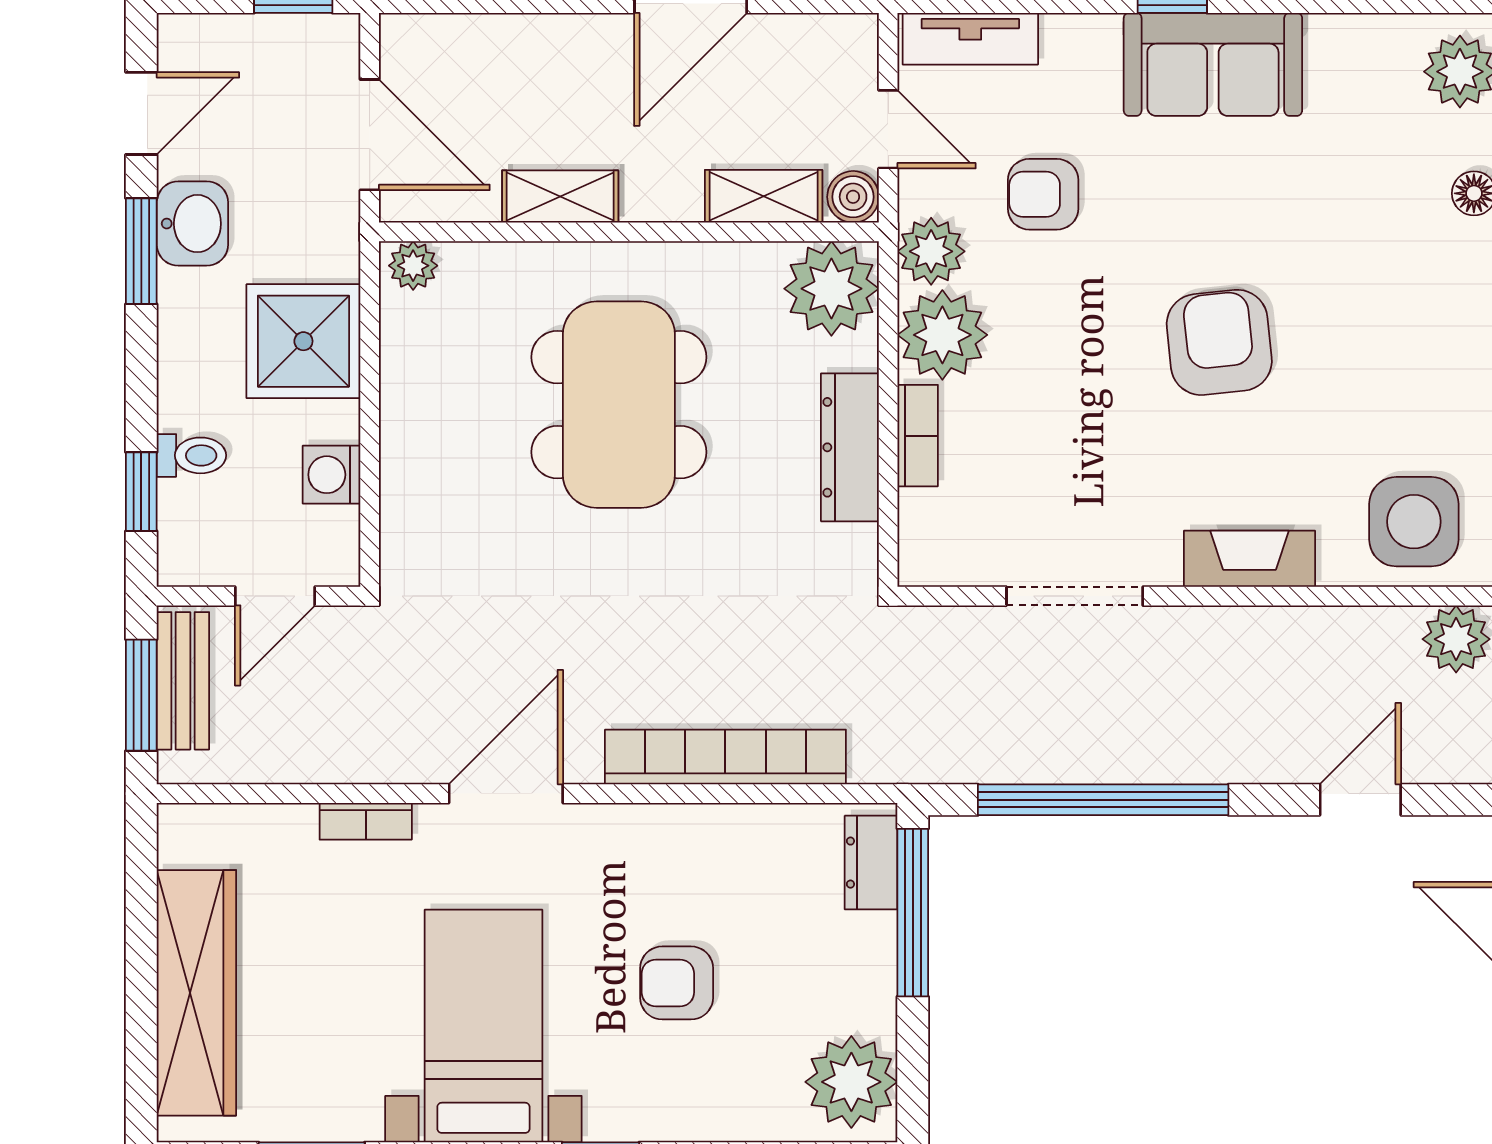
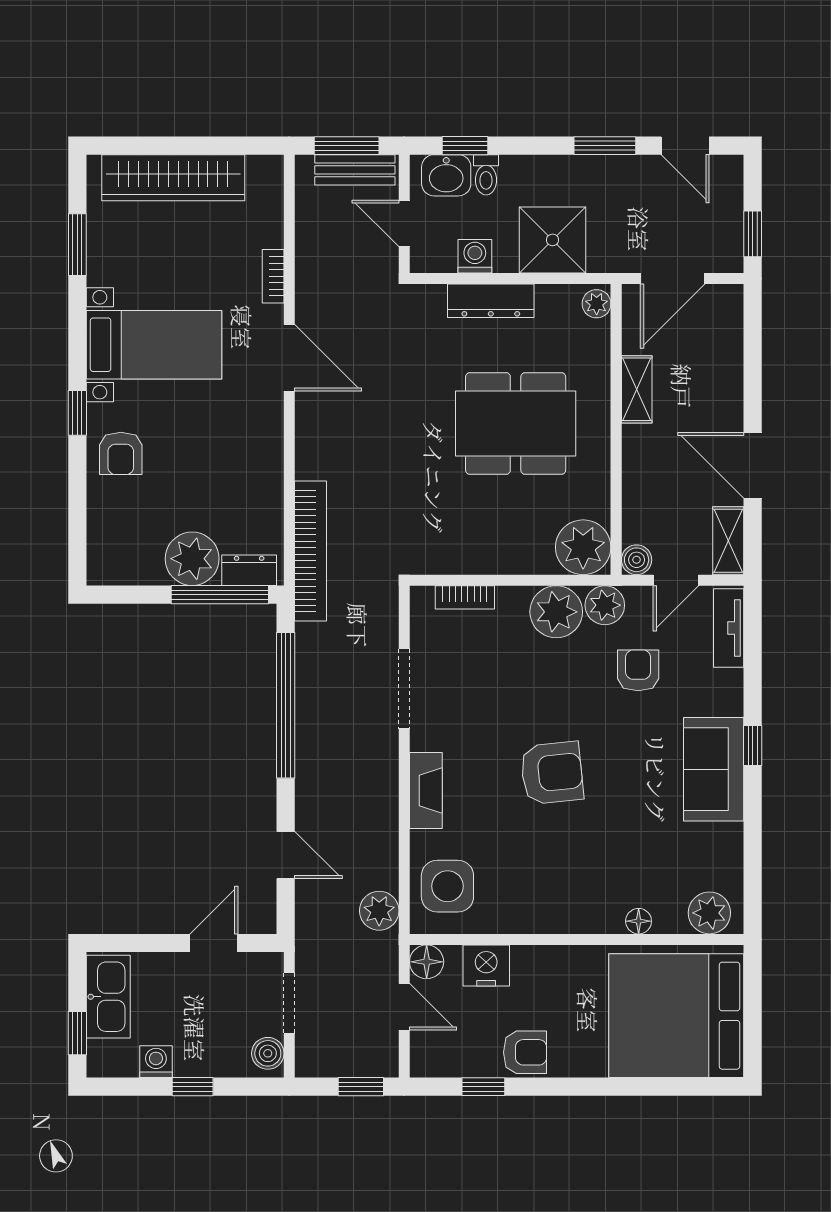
shelving: (764, 196) -> (728, 541), moved
washbasin: (192, 224) -> (446, 175), moved
bookcase: (918, 436) -> (465, 597), moved
dresser: (850, 447) -> (491, 301), moved, turned 180
bookcase: (725, 757) -> (311, 551), moved
armchair: (677, 983) -> (121, 453), moved, turned 180
plant: (851, 1082) -> (192, 559), moved

